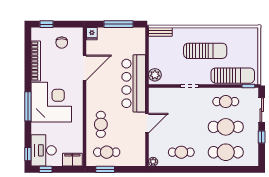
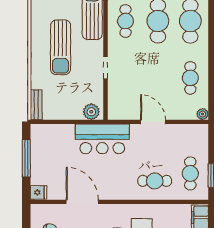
sun lounger: (205, 51) -> (61, 47), turned 180
bar counter: (134, 83) -> (102, 139), width x0.73

